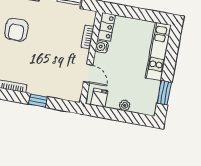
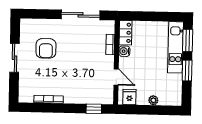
window: (173, 46) -> (188, 40), added
window: (164, 93) -> (187, 70), moved
window: (38, 100) -> (94, 109), moved

